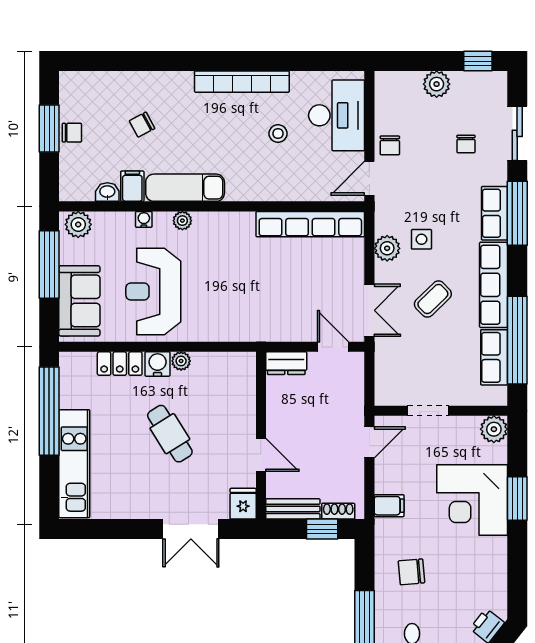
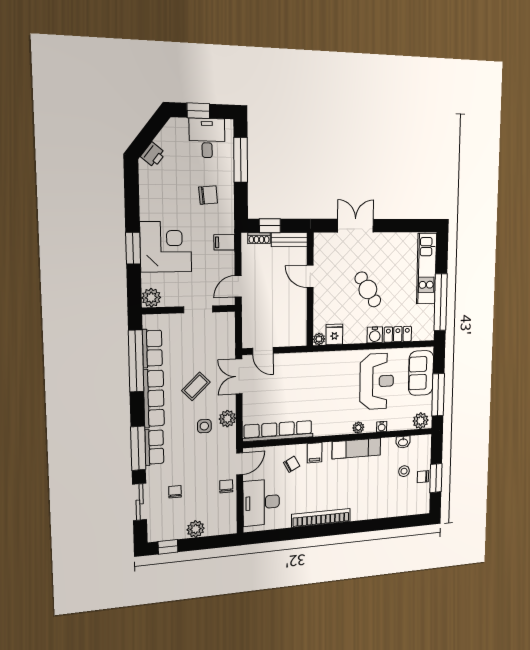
chair: (142, 125) -> (292, 464), moved
stool: (278, 134) -> (404, 471), moved
filing cabinet: (132, 186) -> (315, 453), moved
plant: (181, 361) -> (319, 339), moved
dresser: (286, 363) -> (294, 339), removed
fridge: (243, 504) -> (334, 334), moved, turned 180

